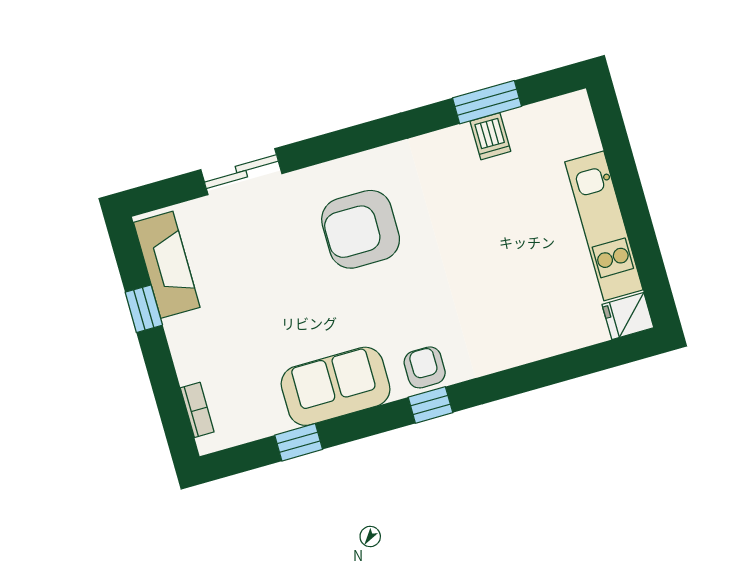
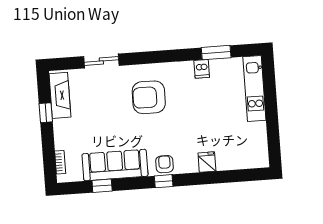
dishwasher: (490, 136) -> (202, 69), moved
kitchen unit: (604, 226) -> (254, 89), moved
fridge: (628, 316) -> (207, 162), moved, turned 90
sofa: (336, 386) -> (115, 165), width x1.36

